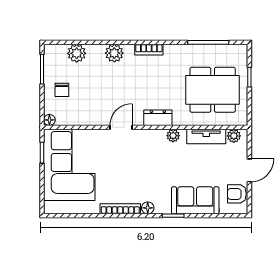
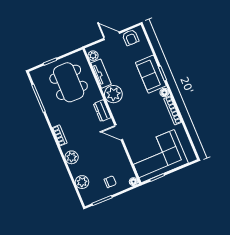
plant: (173, 136) -> (113, 94), width x1.88, depth x1.88
sofa: (195, 200) -> (151, 74), moved

